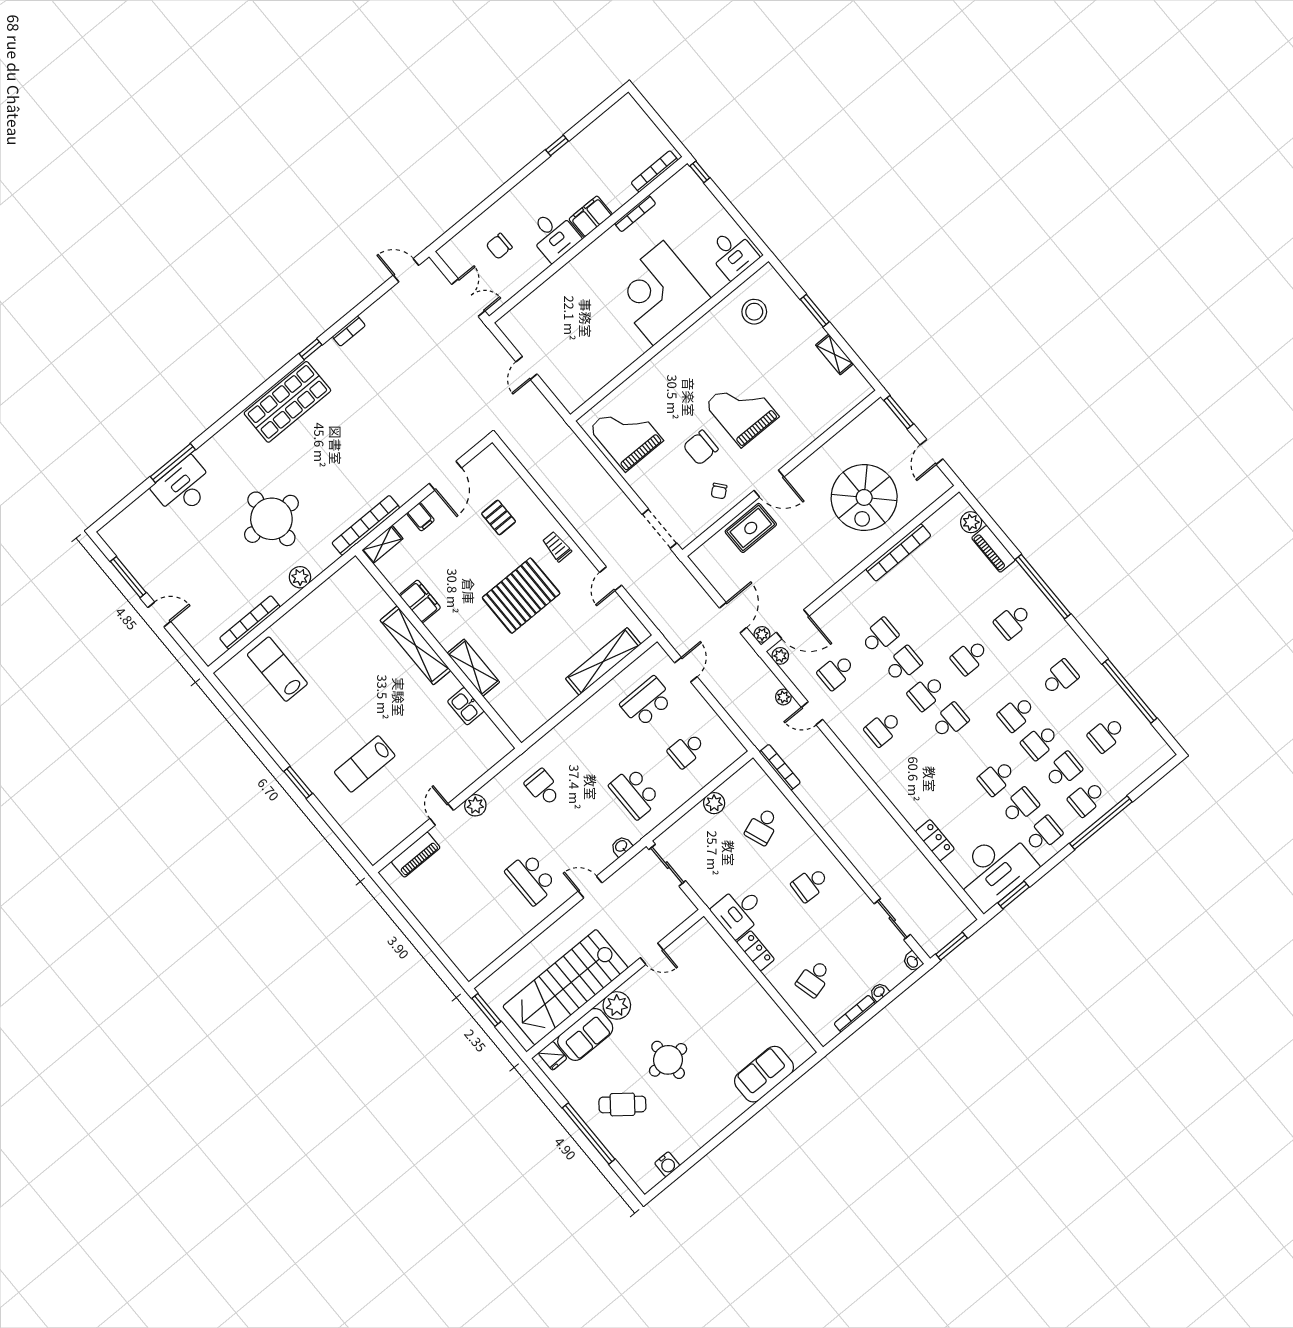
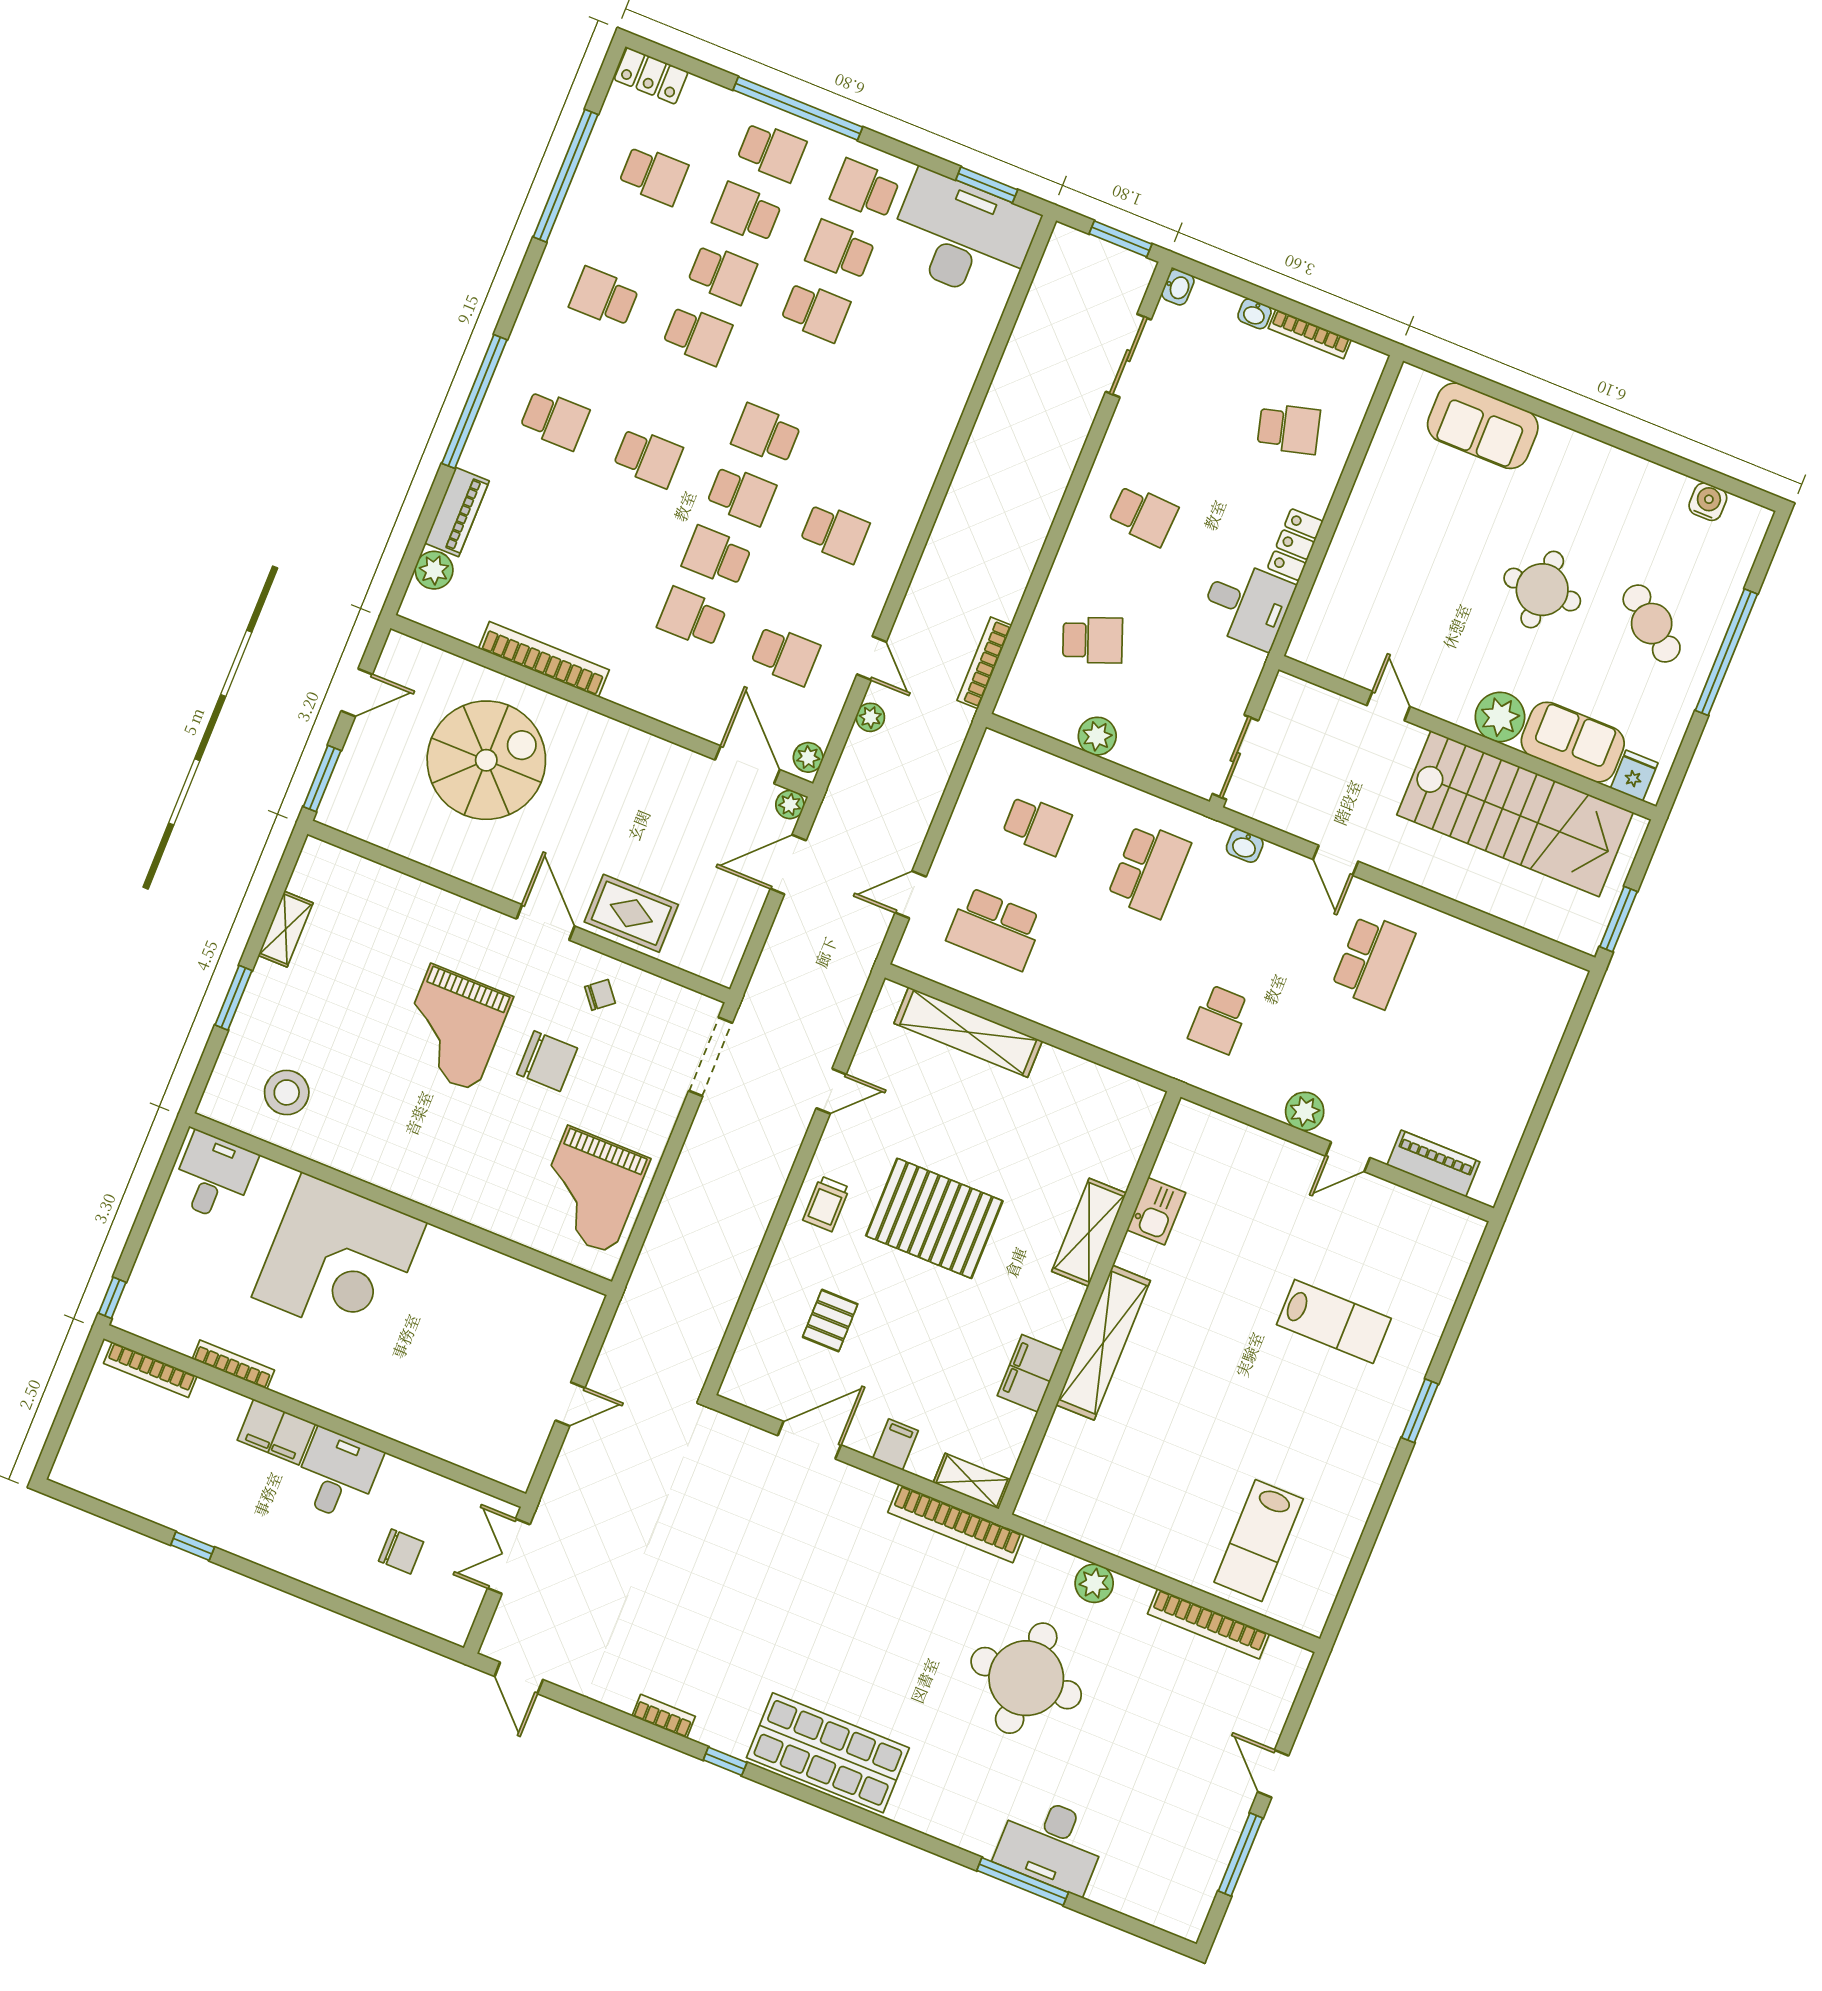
locker: (935, 840) -> (651, 76), moved, turned -90

